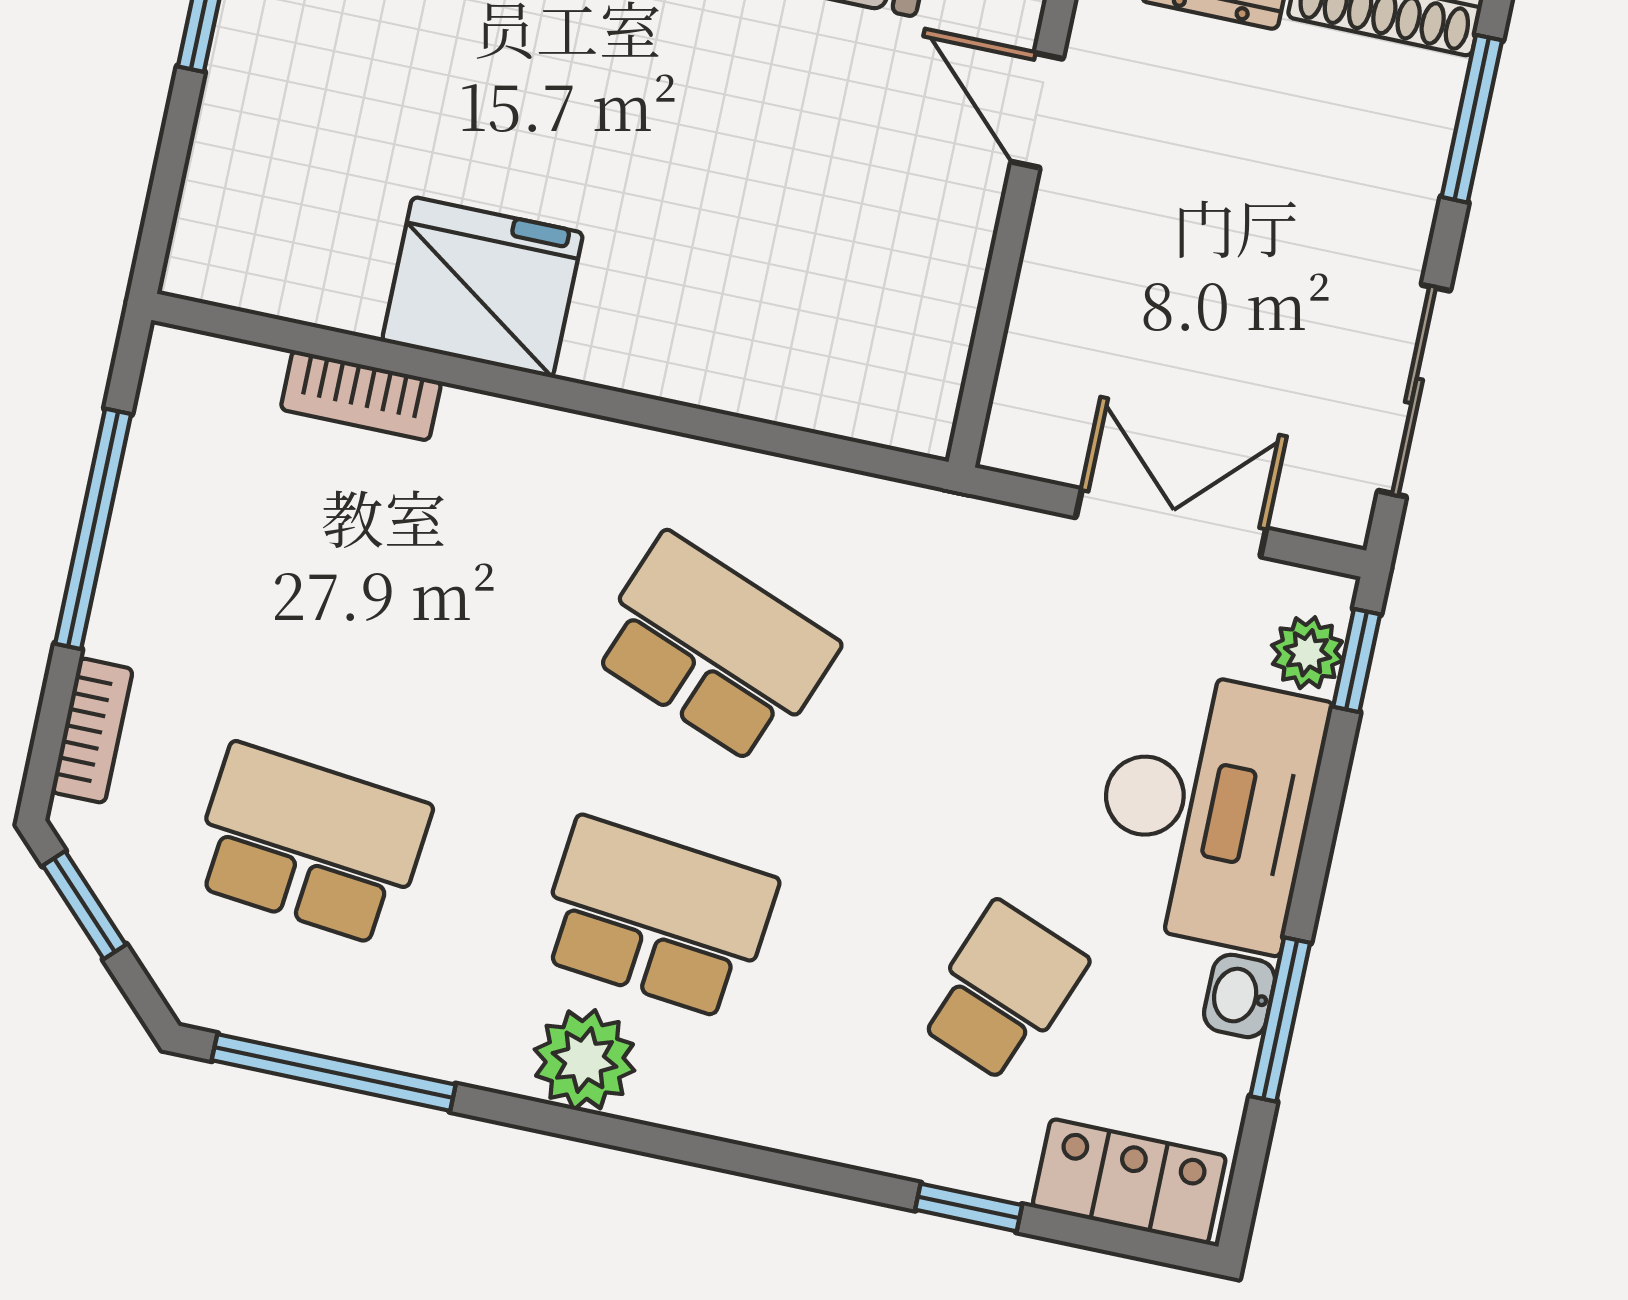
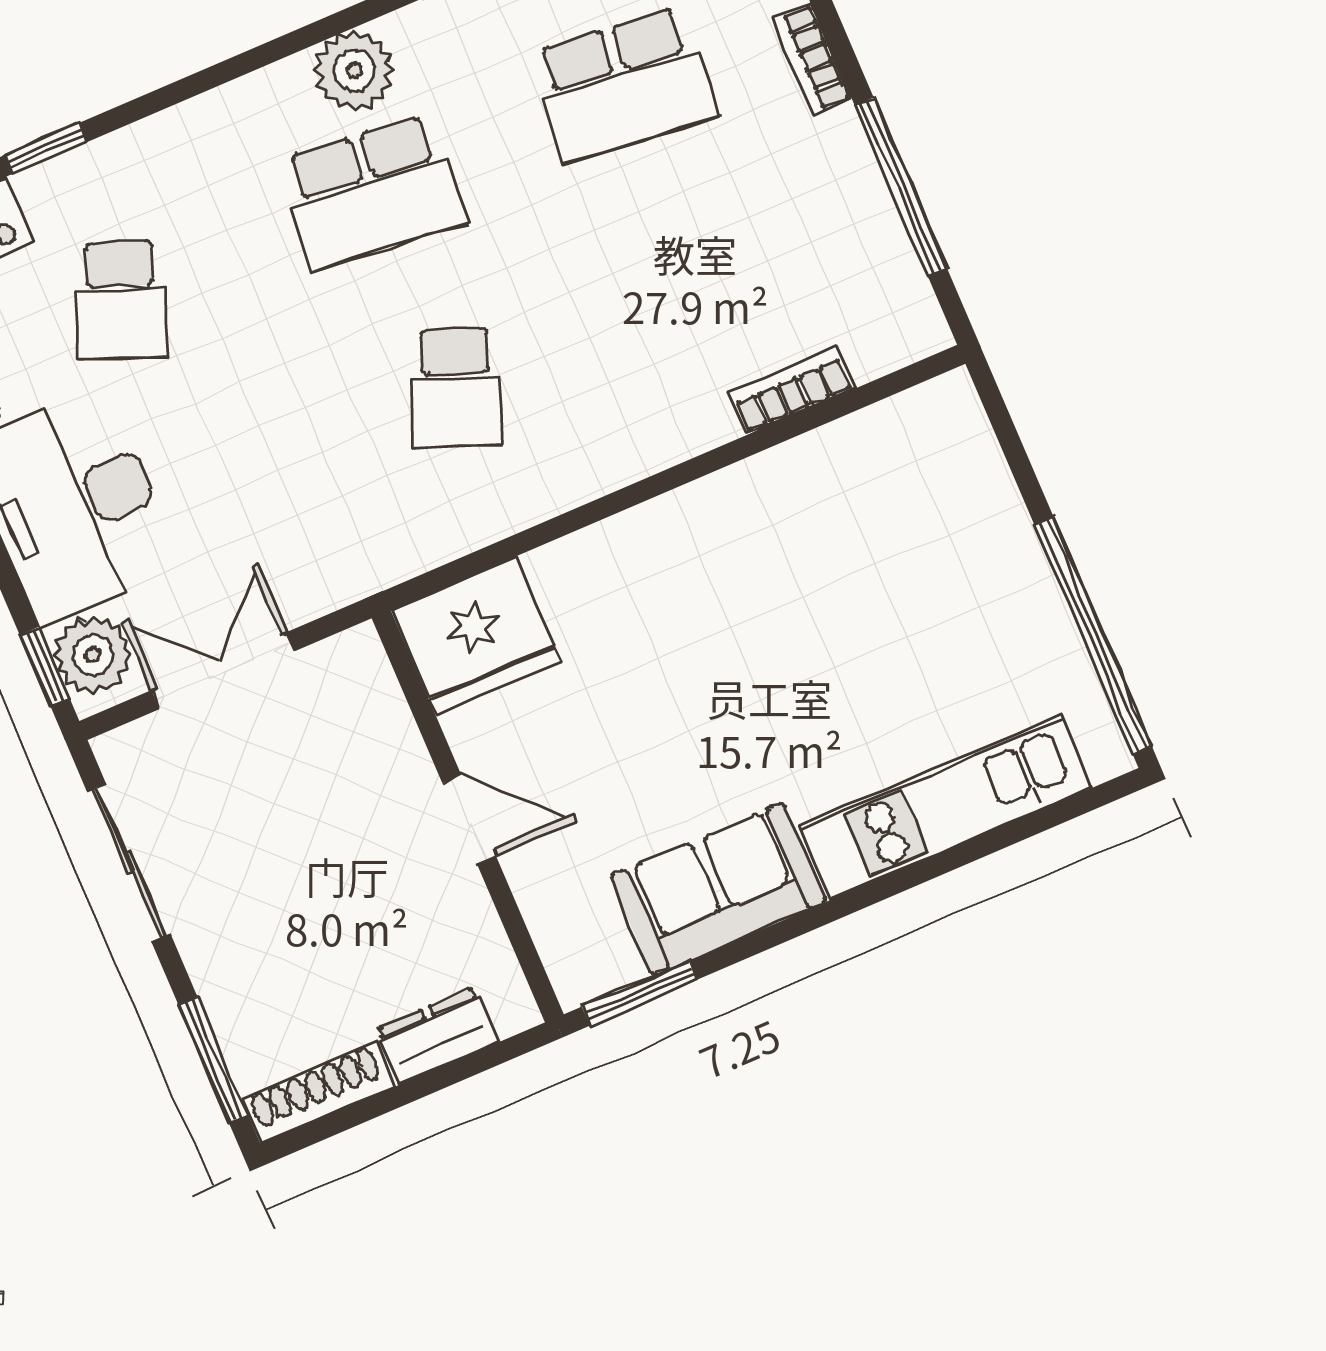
door: (1037, 110) -> (469, 819), moved
fridge: (483, 287) -> (477, 636), moved
double door: (1171, 523) -> (223, 671), swing flipped
school desk: (713, 649) -> (456, 387), width x0.54
plant: (1307, 653) -> (93, 655), width x1.38, depth x1.38

